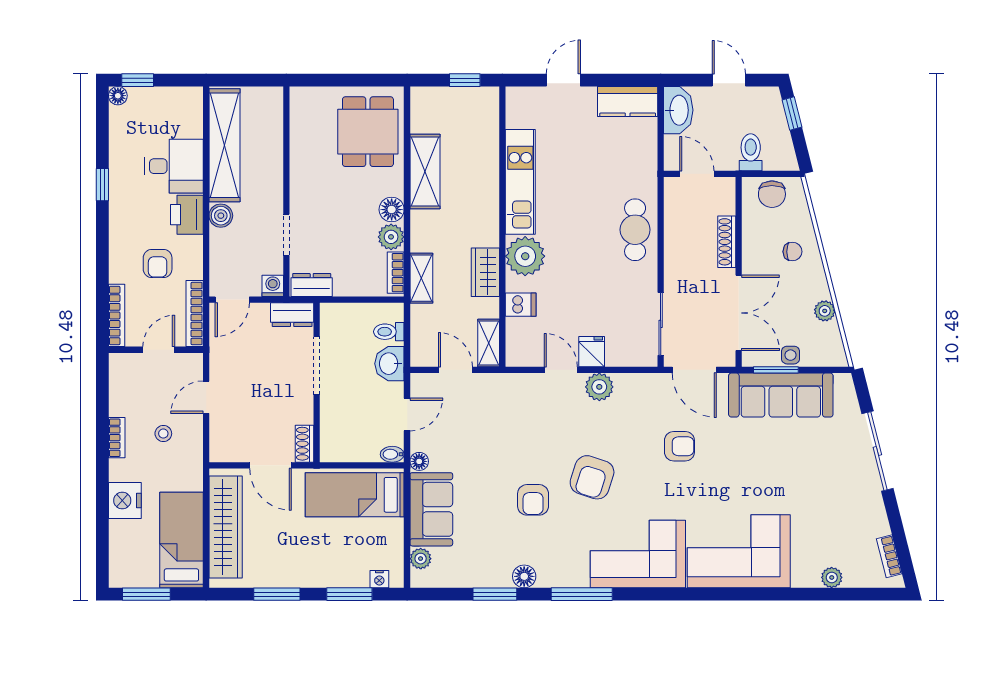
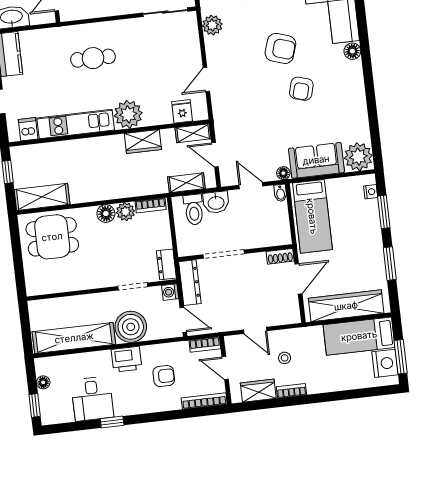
floor lamp: (118, 96) -> (43, 382), moved
desk: (174, 166) -> (92, 399), moved, turned 180
shelving: (425, 171) -> (42, 197), moved
boiler: (221, 216) -> (131, 327), width x1.86, depth x1.86
cafe table: (635, 230) -> (93, 58), moved
shelving: (421, 278) -> (186, 183), moved
dishwasher: (521, 305) -> (28, 129), moved
bookcase: (195, 314) -> (205, 345), width x0.64
dresser: (292, 315) -> (190, 283), width x1.44
toilet: (389, 332) -> (194, 210), width x1.37, depth x1.39
fridge: (592, 352) -> (182, 111), moved, turned 90
door: (456, 370) -> (215, 155), hinge flipped
plant: (599, 387) -> (212, 25), moved
wardrobe: (122, 392) -> (258, 391), added
nightstand: (125, 500) -> (385, 363), moved, turned -90
armchair: (533, 500) -> (301, 89), turned 106
plant: (421, 559) -> (358, 157), width x1.87, depth x1.87
floor lamp: (524, 576) -> (352, 51), moved
window: (495, 594) -> (372, 108), removed
window: (582, 594) -> (365, 46), removed

